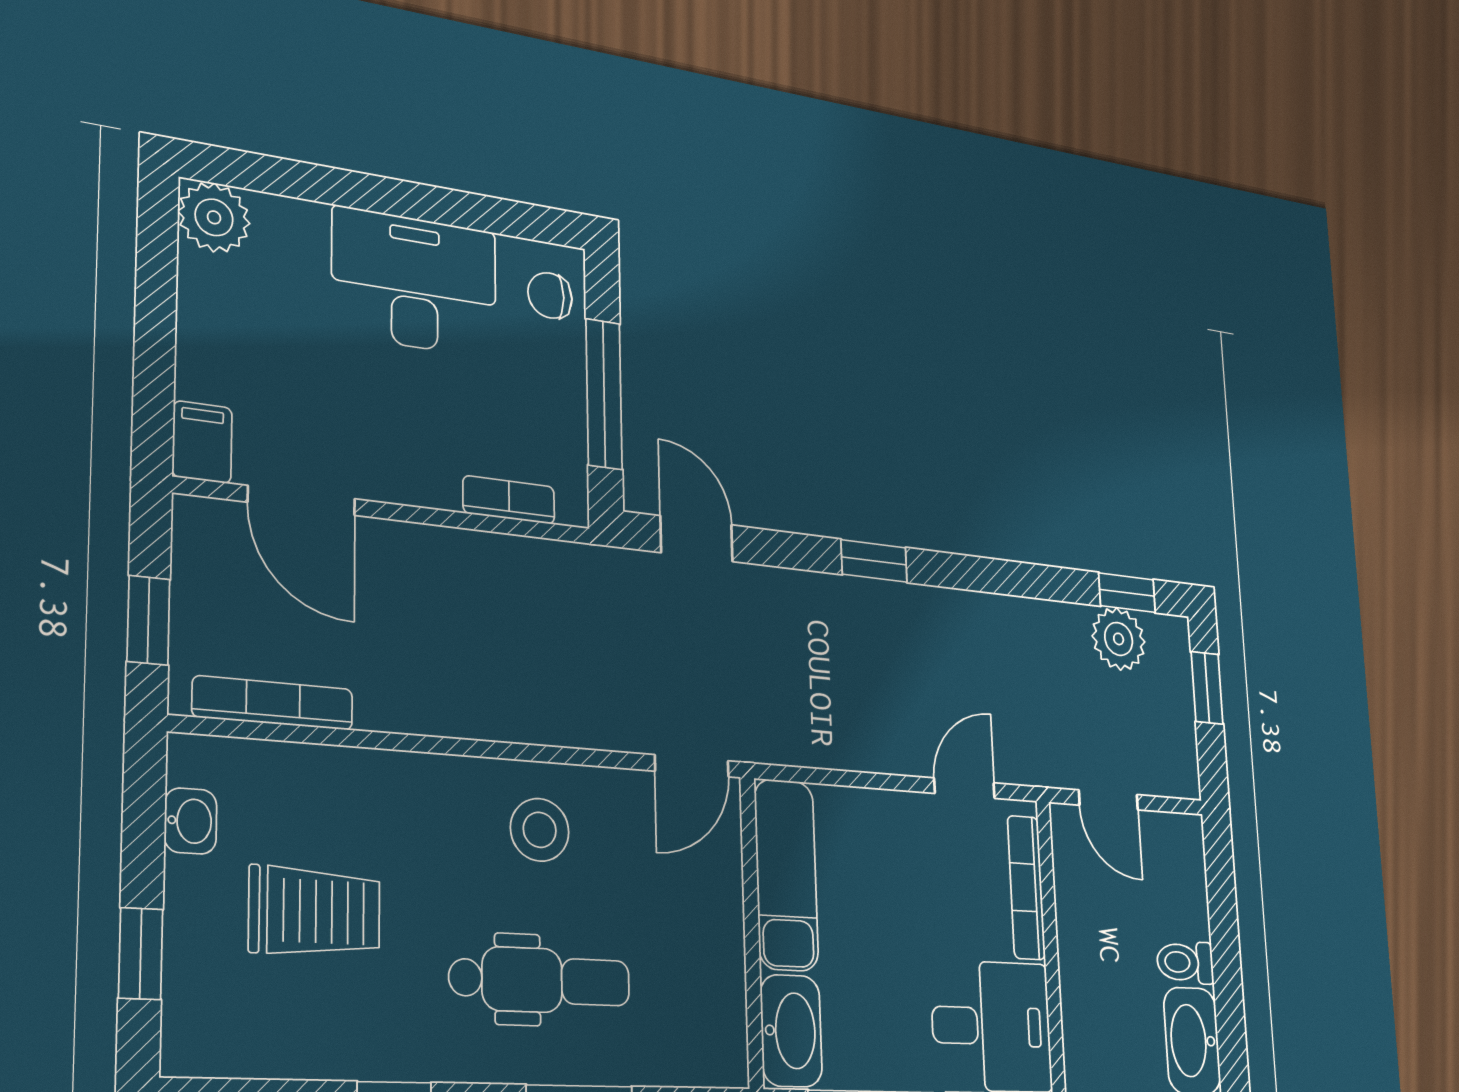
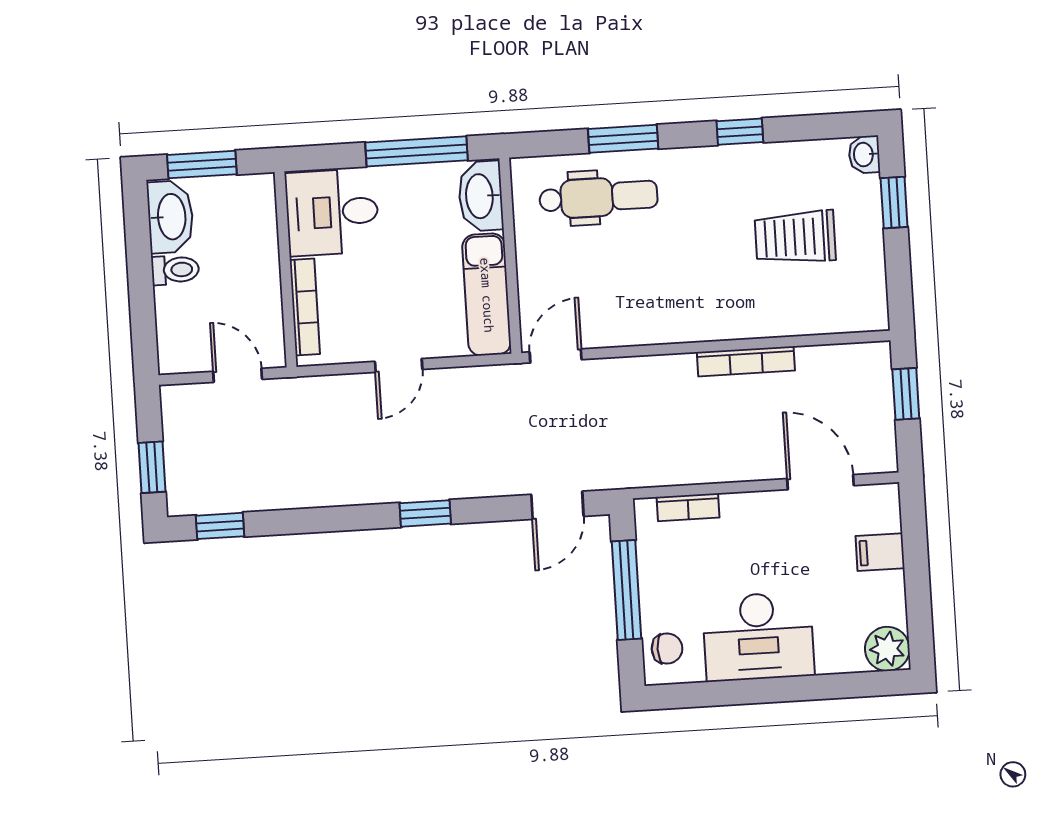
filing cabinet: (202, 442) -> (880, 552), moved, turned 90
door: (697, 539) -> (557, 505), hinge flipped
plant: (1119, 639) -> (228, 491), removed
bookcase: (273, 703) -> (746, 361), moved
door: (964, 788) -> (399, 365), moved
washbasin: (191, 821) -> (864, 155), moved
stool: (540, 830) -> (657, 302), removed
dental chair: (540, 980) -> (598, 197), moved, turned 180

